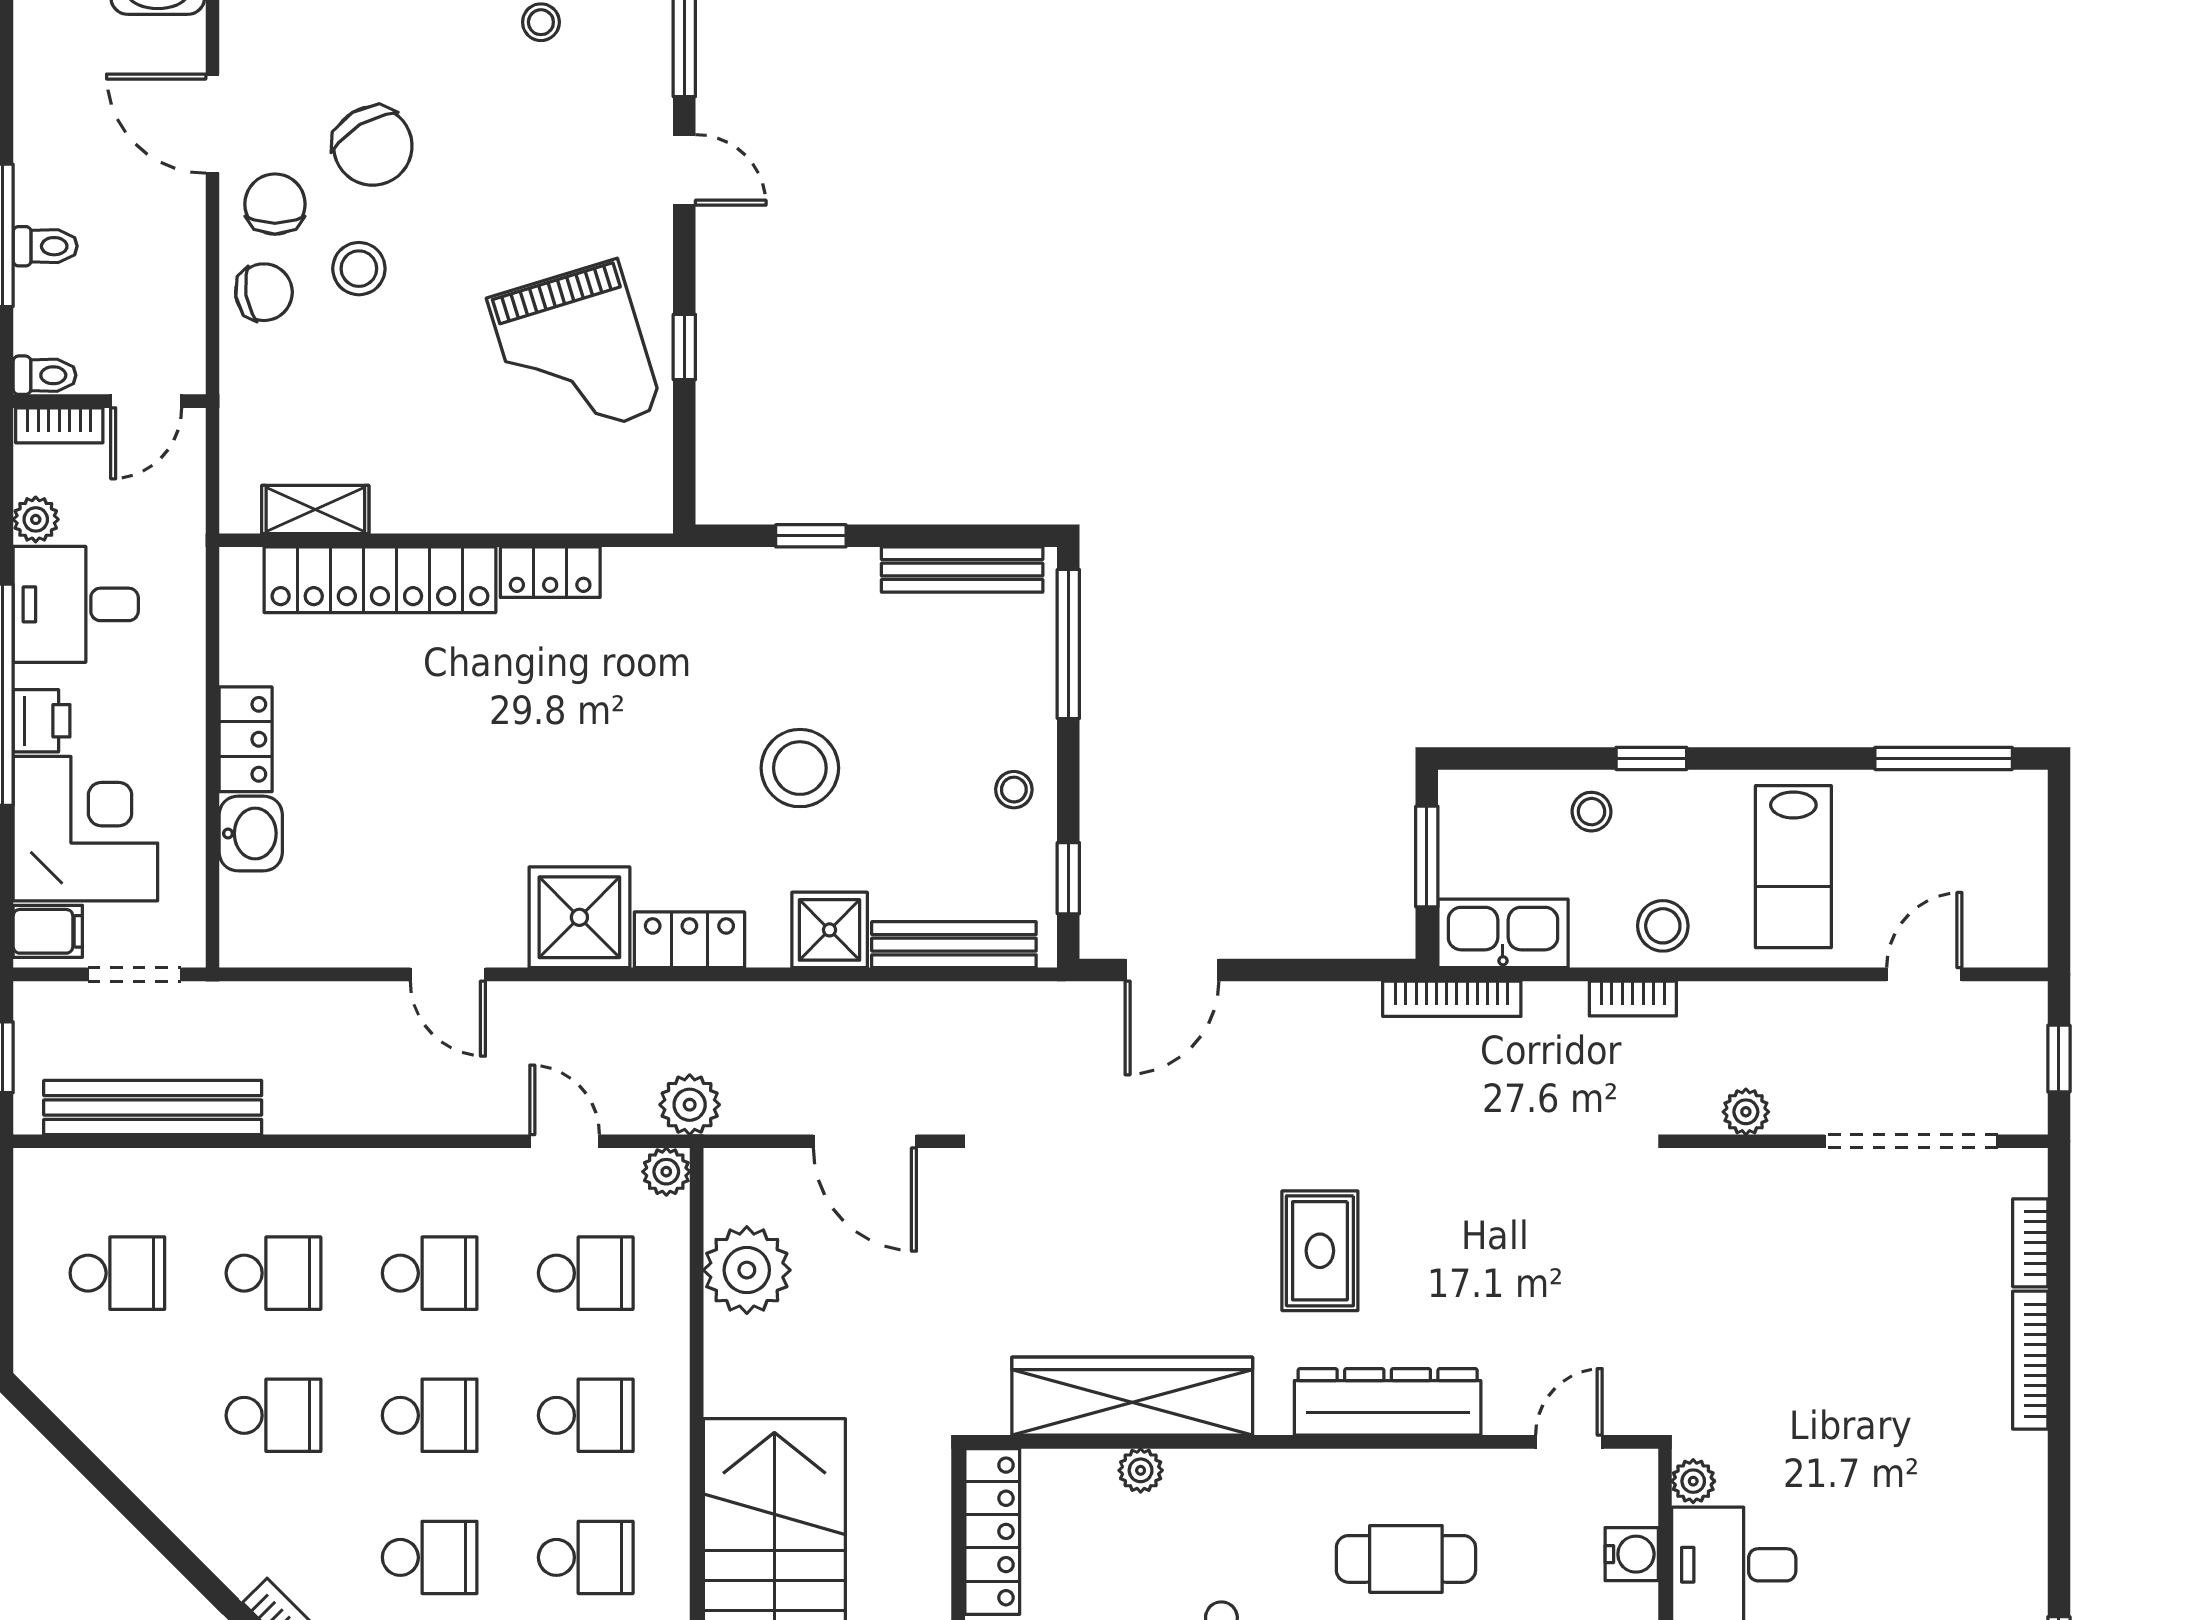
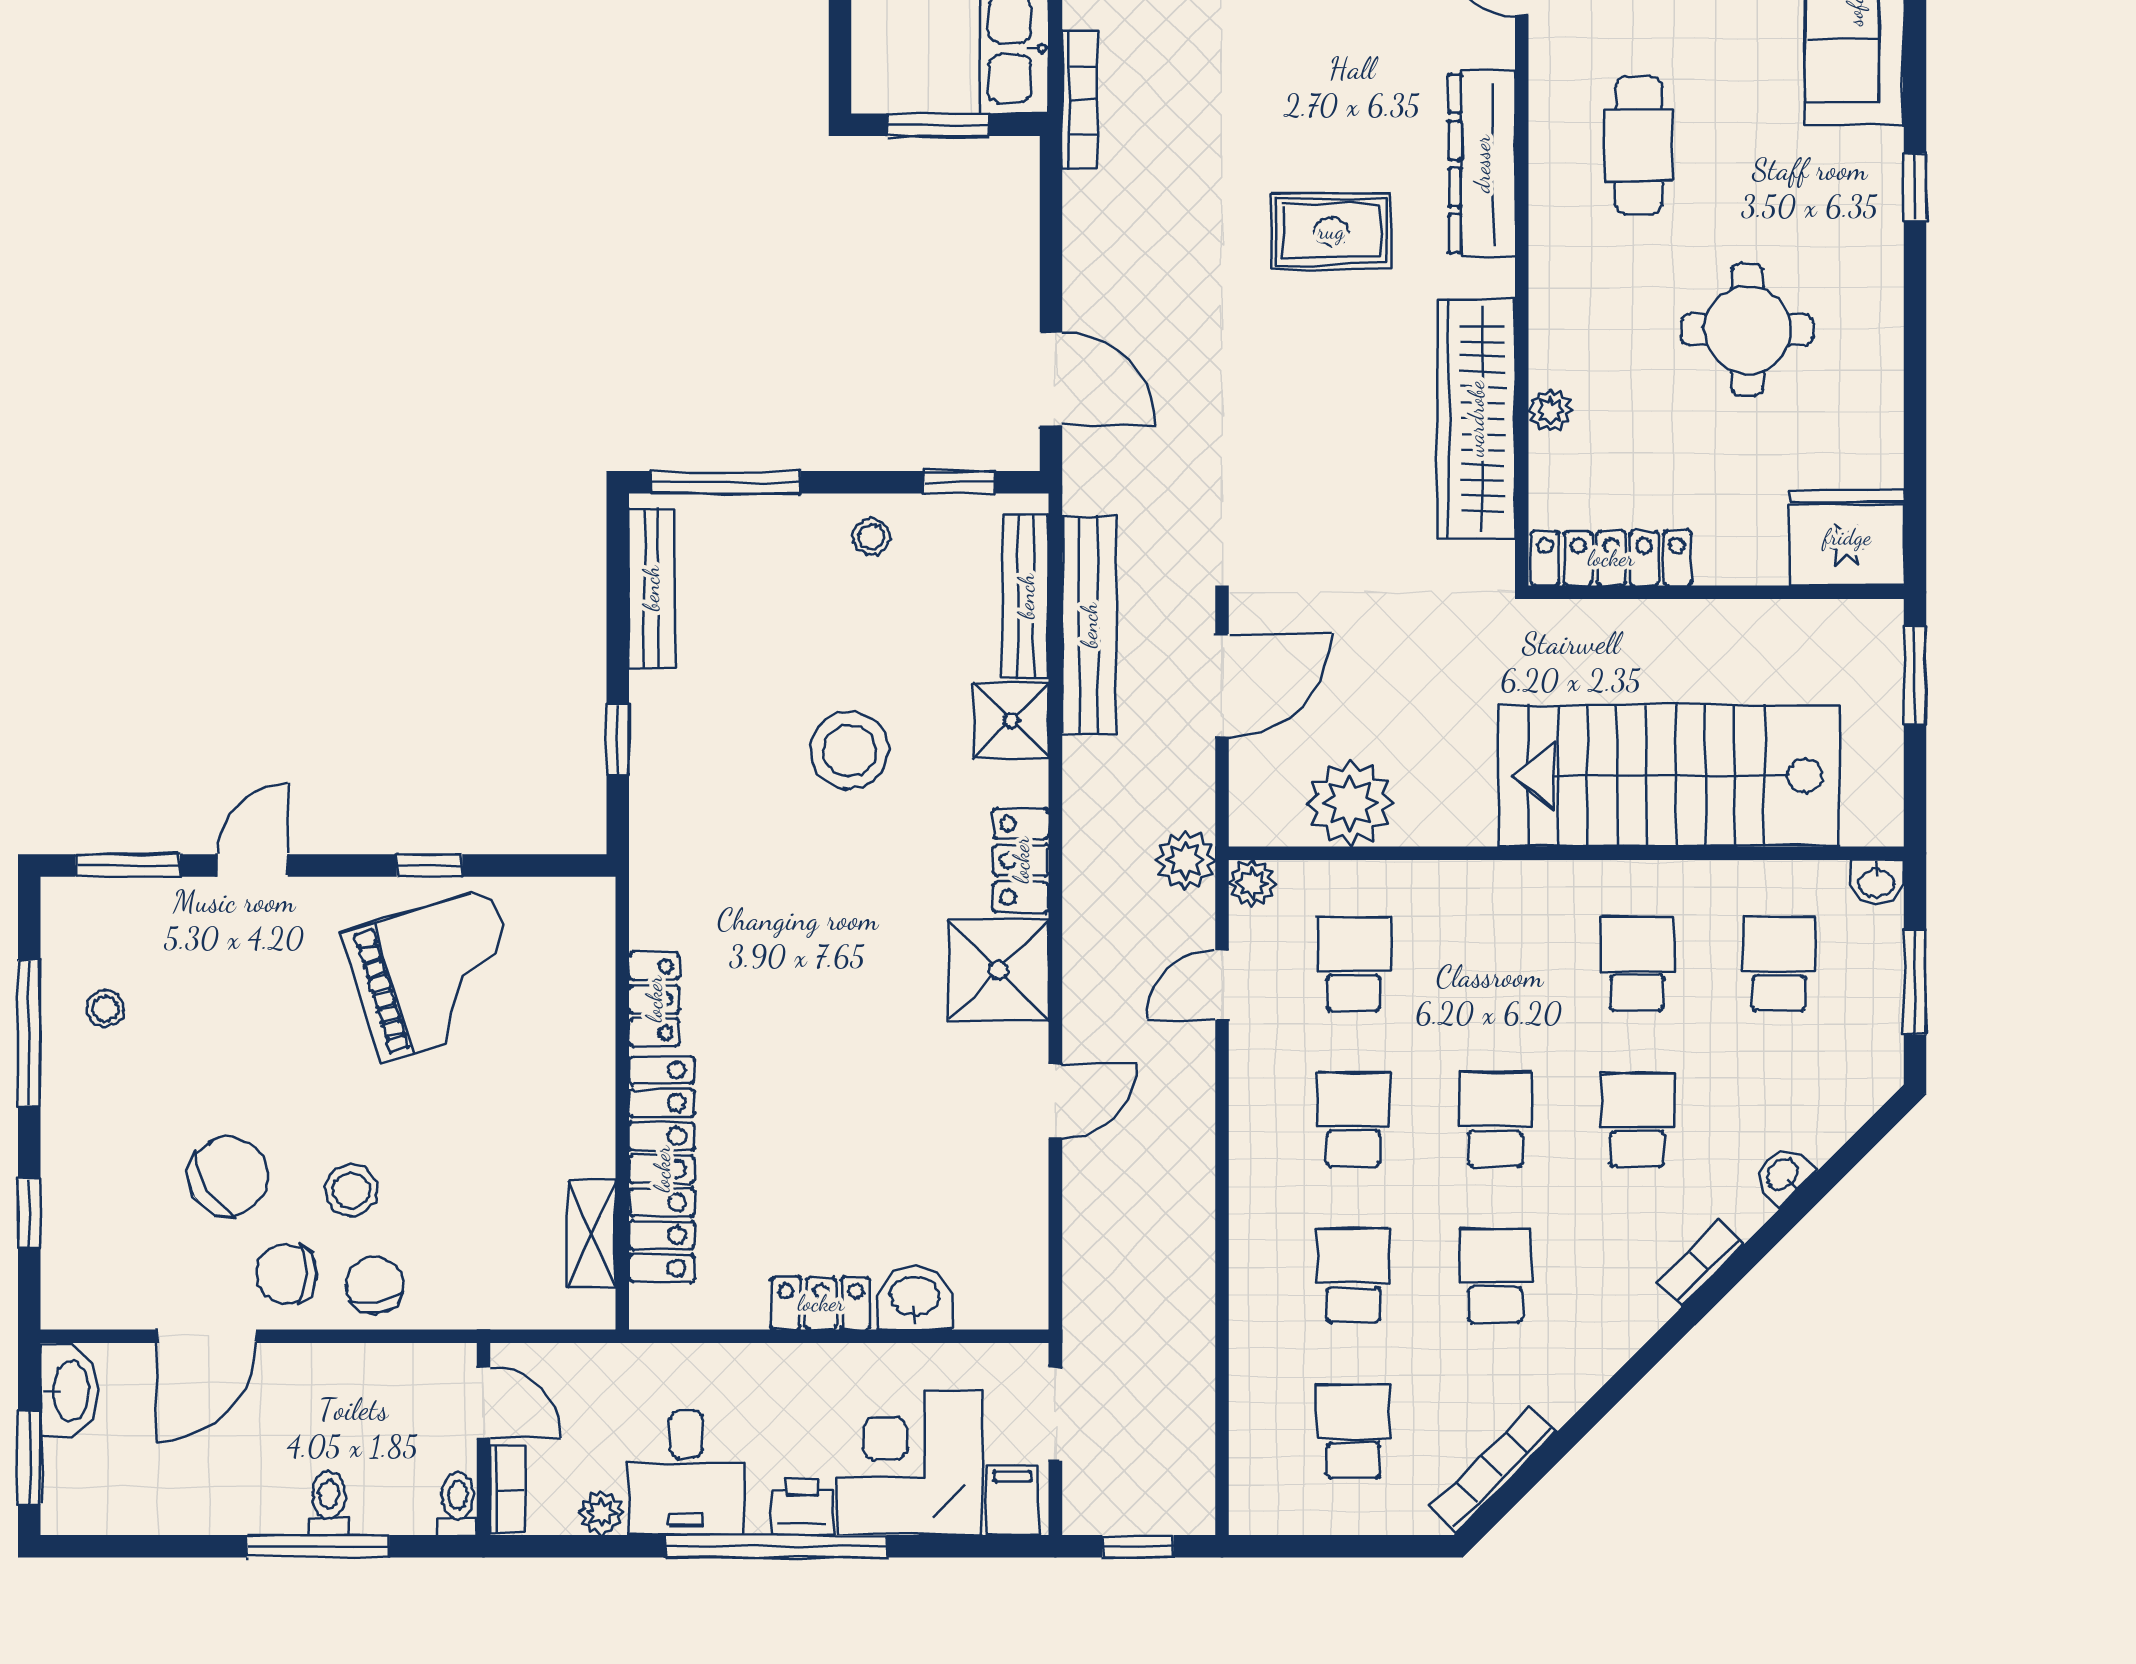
bench: (153, 1108) -> (1089, 625), moved
bookcase: (79, 1414) -> (1494, 1469), added
school desk: (586, 1415) -> (1495, 964), removed

